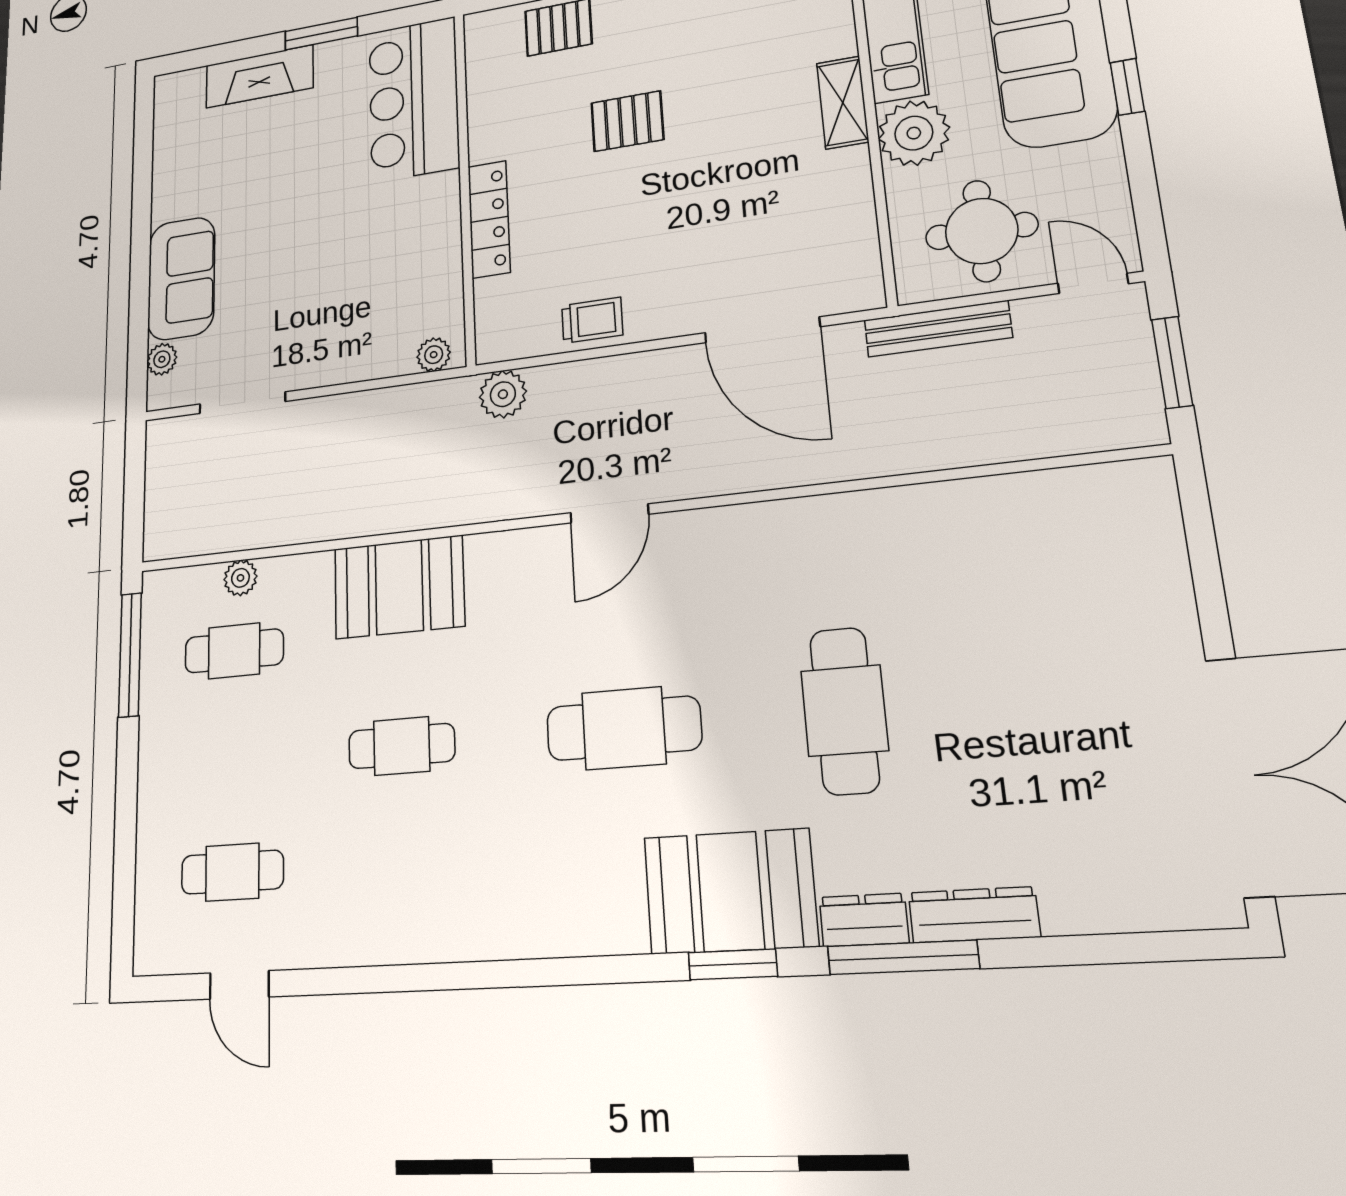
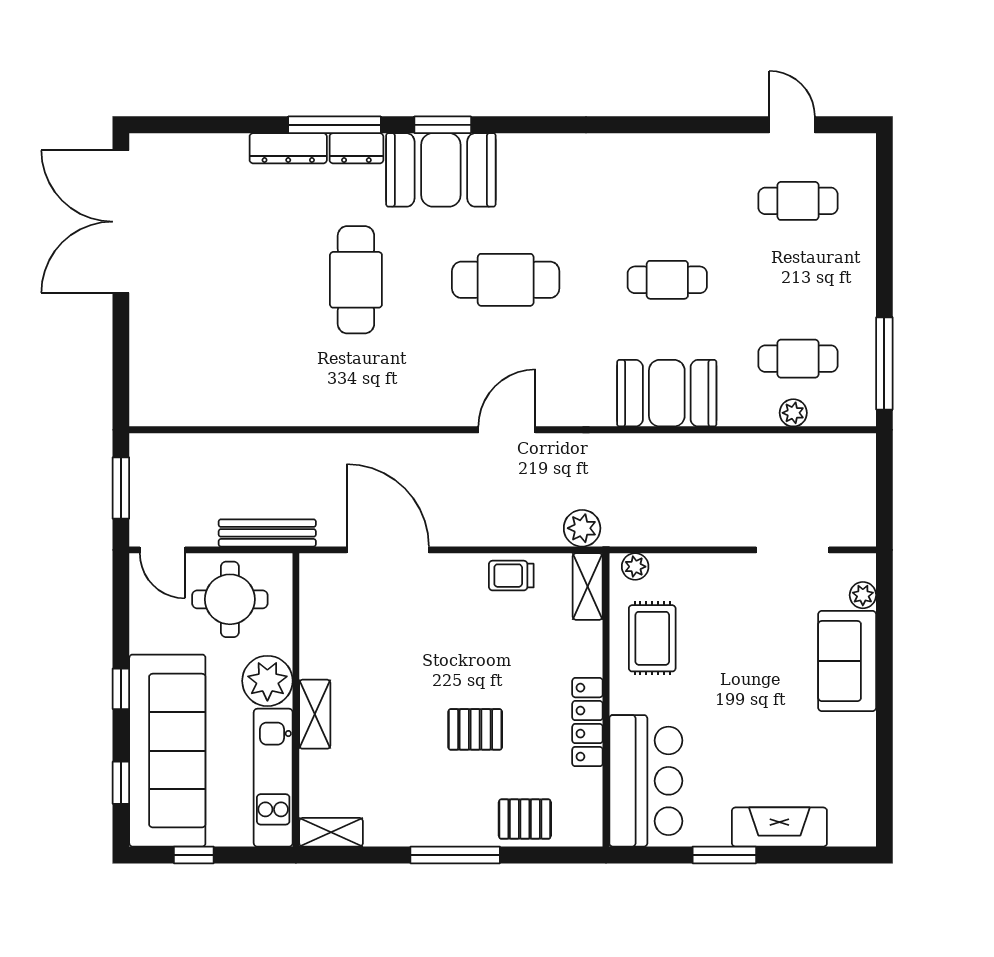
locker: (489, 219) -> (587, 722), moved
rug: (410, 269) -> (652, 638), added
shelving: (493, 321) -> (588, 586), added

